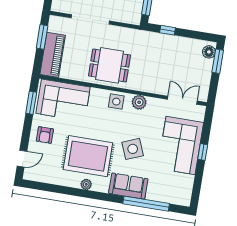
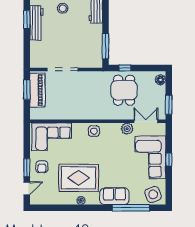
piano: (53, 55) -> (37, 90), moved
window: (218, 61) -> (169, 105), moved
dining table: (110, 65) -> (124, 90), moved, turned 90
plant: (139, 102) -> (127, 129), moved
window: (31, 103) -> (27, 168), moved
side table: (133, 149) -> (153, 194), moved

